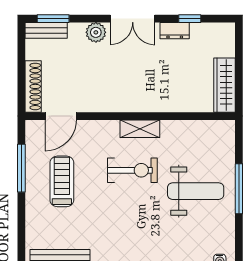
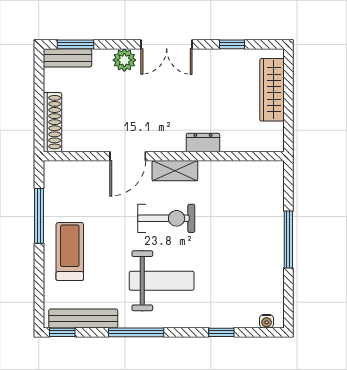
dresser: (175, 31) -> (203, 142), moved, turned 180
wardrobe: (224, 85) -> (272, 90), moved
door: (61, 116) -> (128, 156), moved
treadmill: (62, 181) -> (70, 252), moved
weight bench: (196, 191) -> (162, 281), moved

